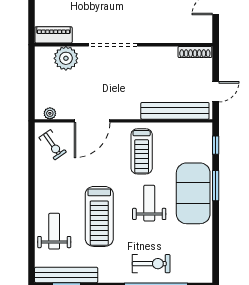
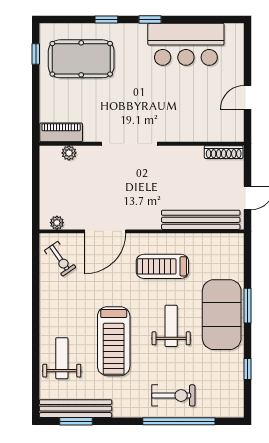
plant: (66, 58) -> (69, 153), width x0.53, depth x0.53
window: (216, 145) -> (248, 369), moved
treadmill: (142, 151) -> (162, 266), turned 90

